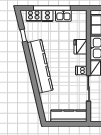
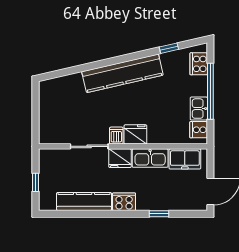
cooker: (47, 16) -> (199, 130), moved
fridge: (81, 47) -> (135, 134), moved
kitchen counter: (69, 116) -> (48, 117), removed

